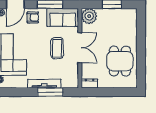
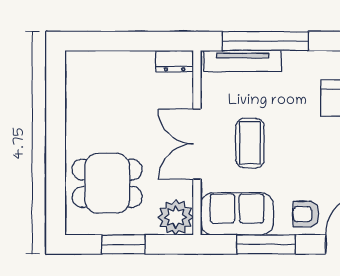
dining table: (120, 61) -> (107, 183), moved, turned 90
tv unit: (44, 84) -> (243, 61), moved
window: (50, 92) -> (265, 41), width x1.46

